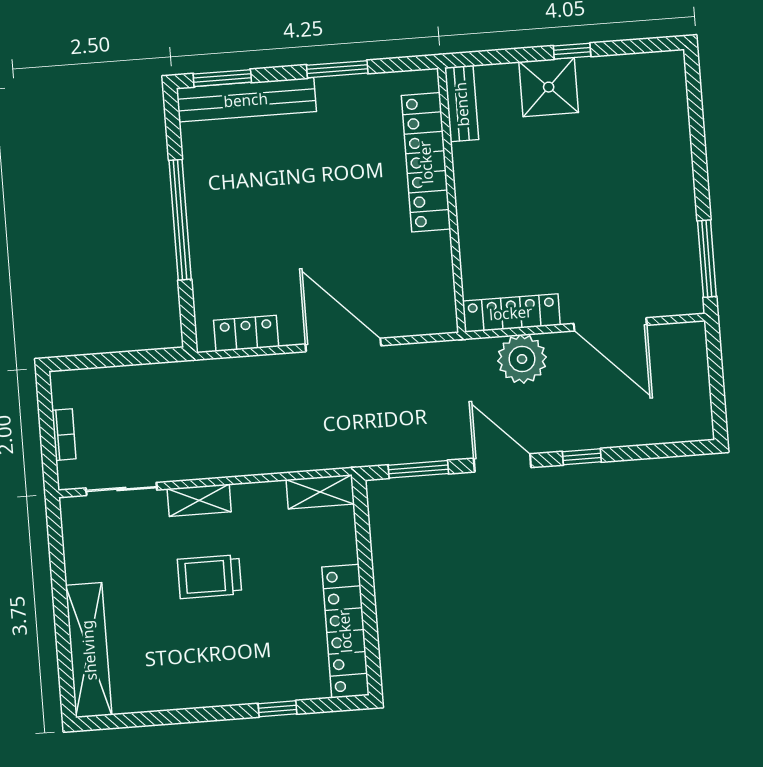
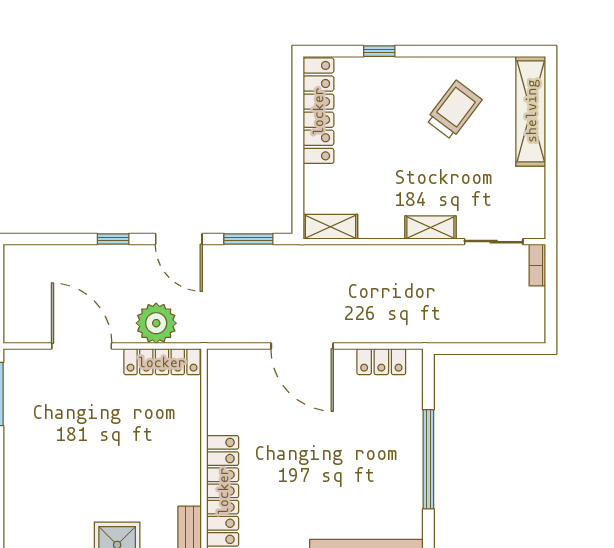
bookcase: (64, 435) -> (537, 265), moved
trolley: (210, 577) -> (454, 110), moved, turned -53

